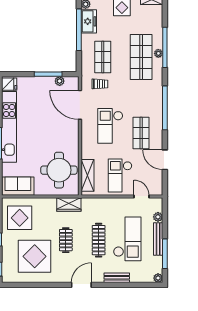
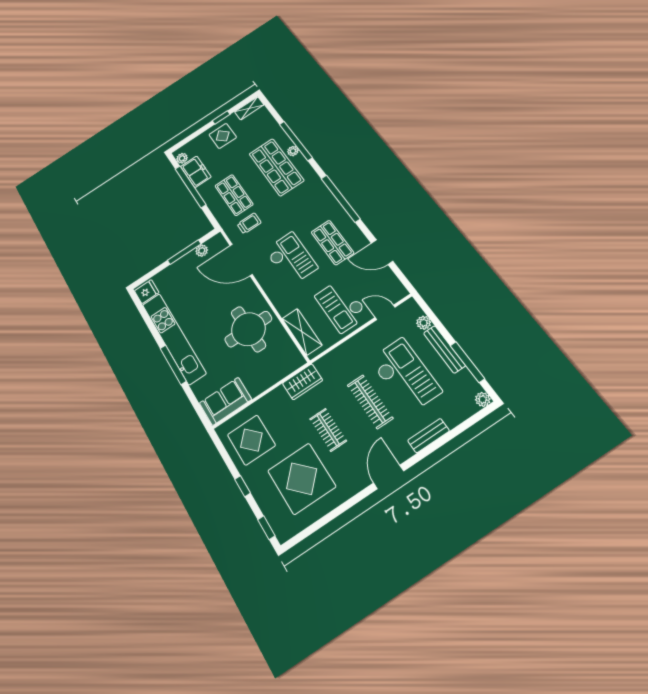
checkout: (110, 126) -> (291, 259), turned 180
round table: (59, 170) -> (248, 329), moved

